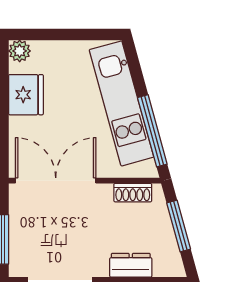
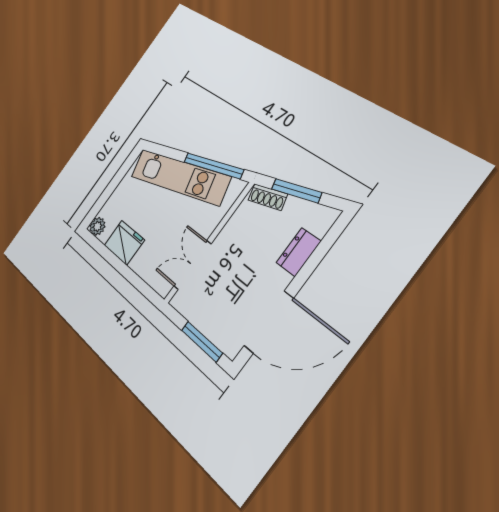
double door: (56, 181) -> (192, 265), width x0.73
shoe rack: (133, 193) -> (268, 197), moved, turned 75

